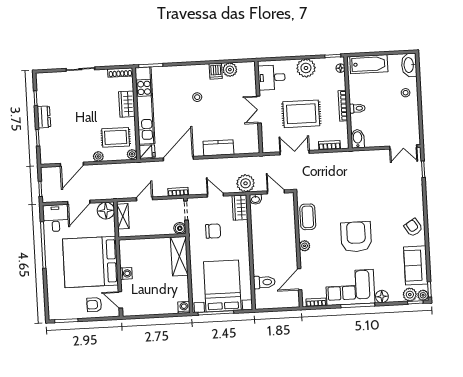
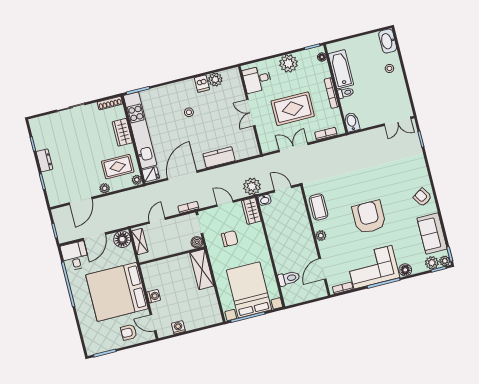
bathtub: (369, 64) -> (341, 69), moved, turned -90
washing machine: (184, 307) -> (178, 327), moved

